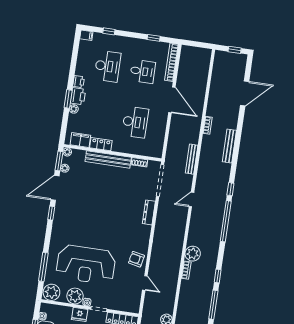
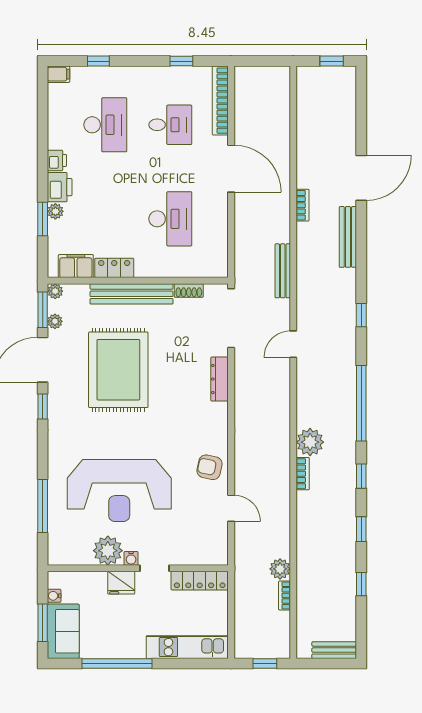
door: (245, 93) -> (361, 178), moved
window: (68, 99) -> (43, 219), moved
rug: (95, 199) -> (118, 370), added
window: (226, 221) -> (361, 403), moved
plant: (51, 292) -> (64, 550), removed
window: (213, 305) -> (361, 529), width x0.46

